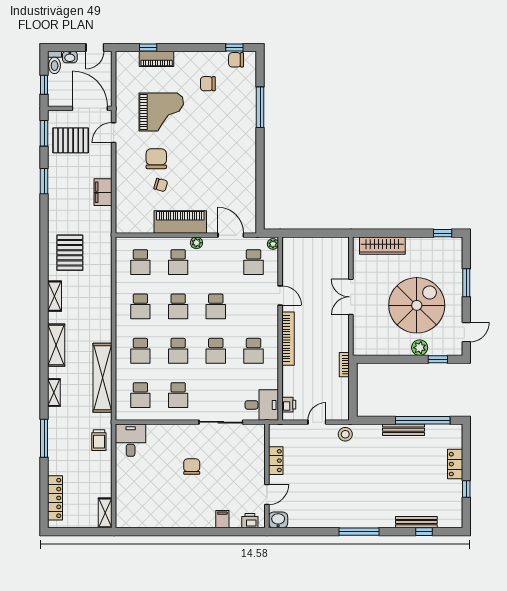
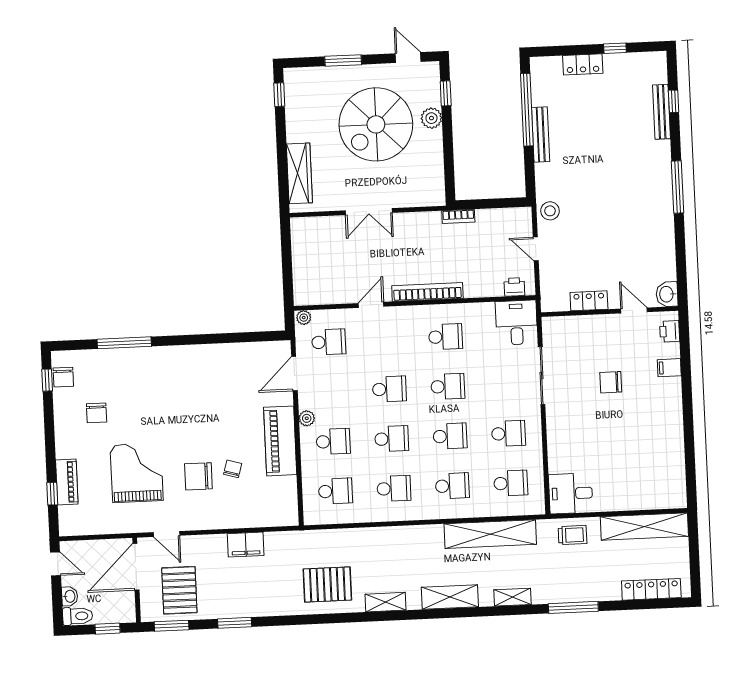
spiral stairs: (417, 305) -> (376, 124), turned -90
chair: (192, 467) -> (611, 382), moved
shelving: (105, 513) -> (644, 526), width x2.20, depth x1.33

